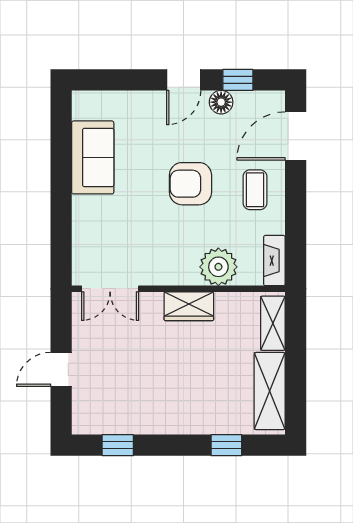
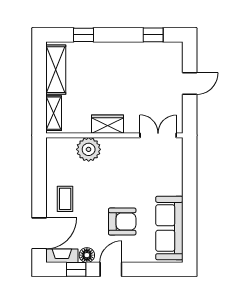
sofa: (93, 157) -> (169, 228), width x1.36
armchair: (190, 184) -> (122, 221), moved
fireplace: (274, 261) -> (62, 256), moved, turned -90

